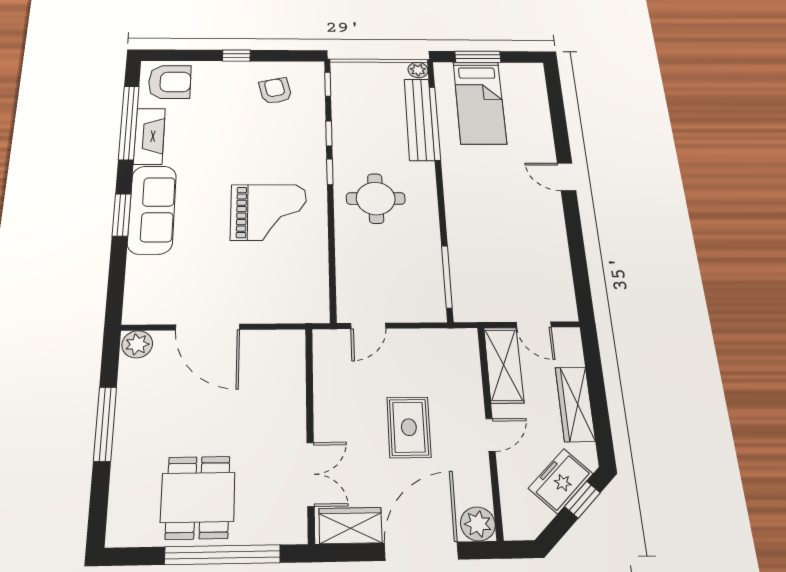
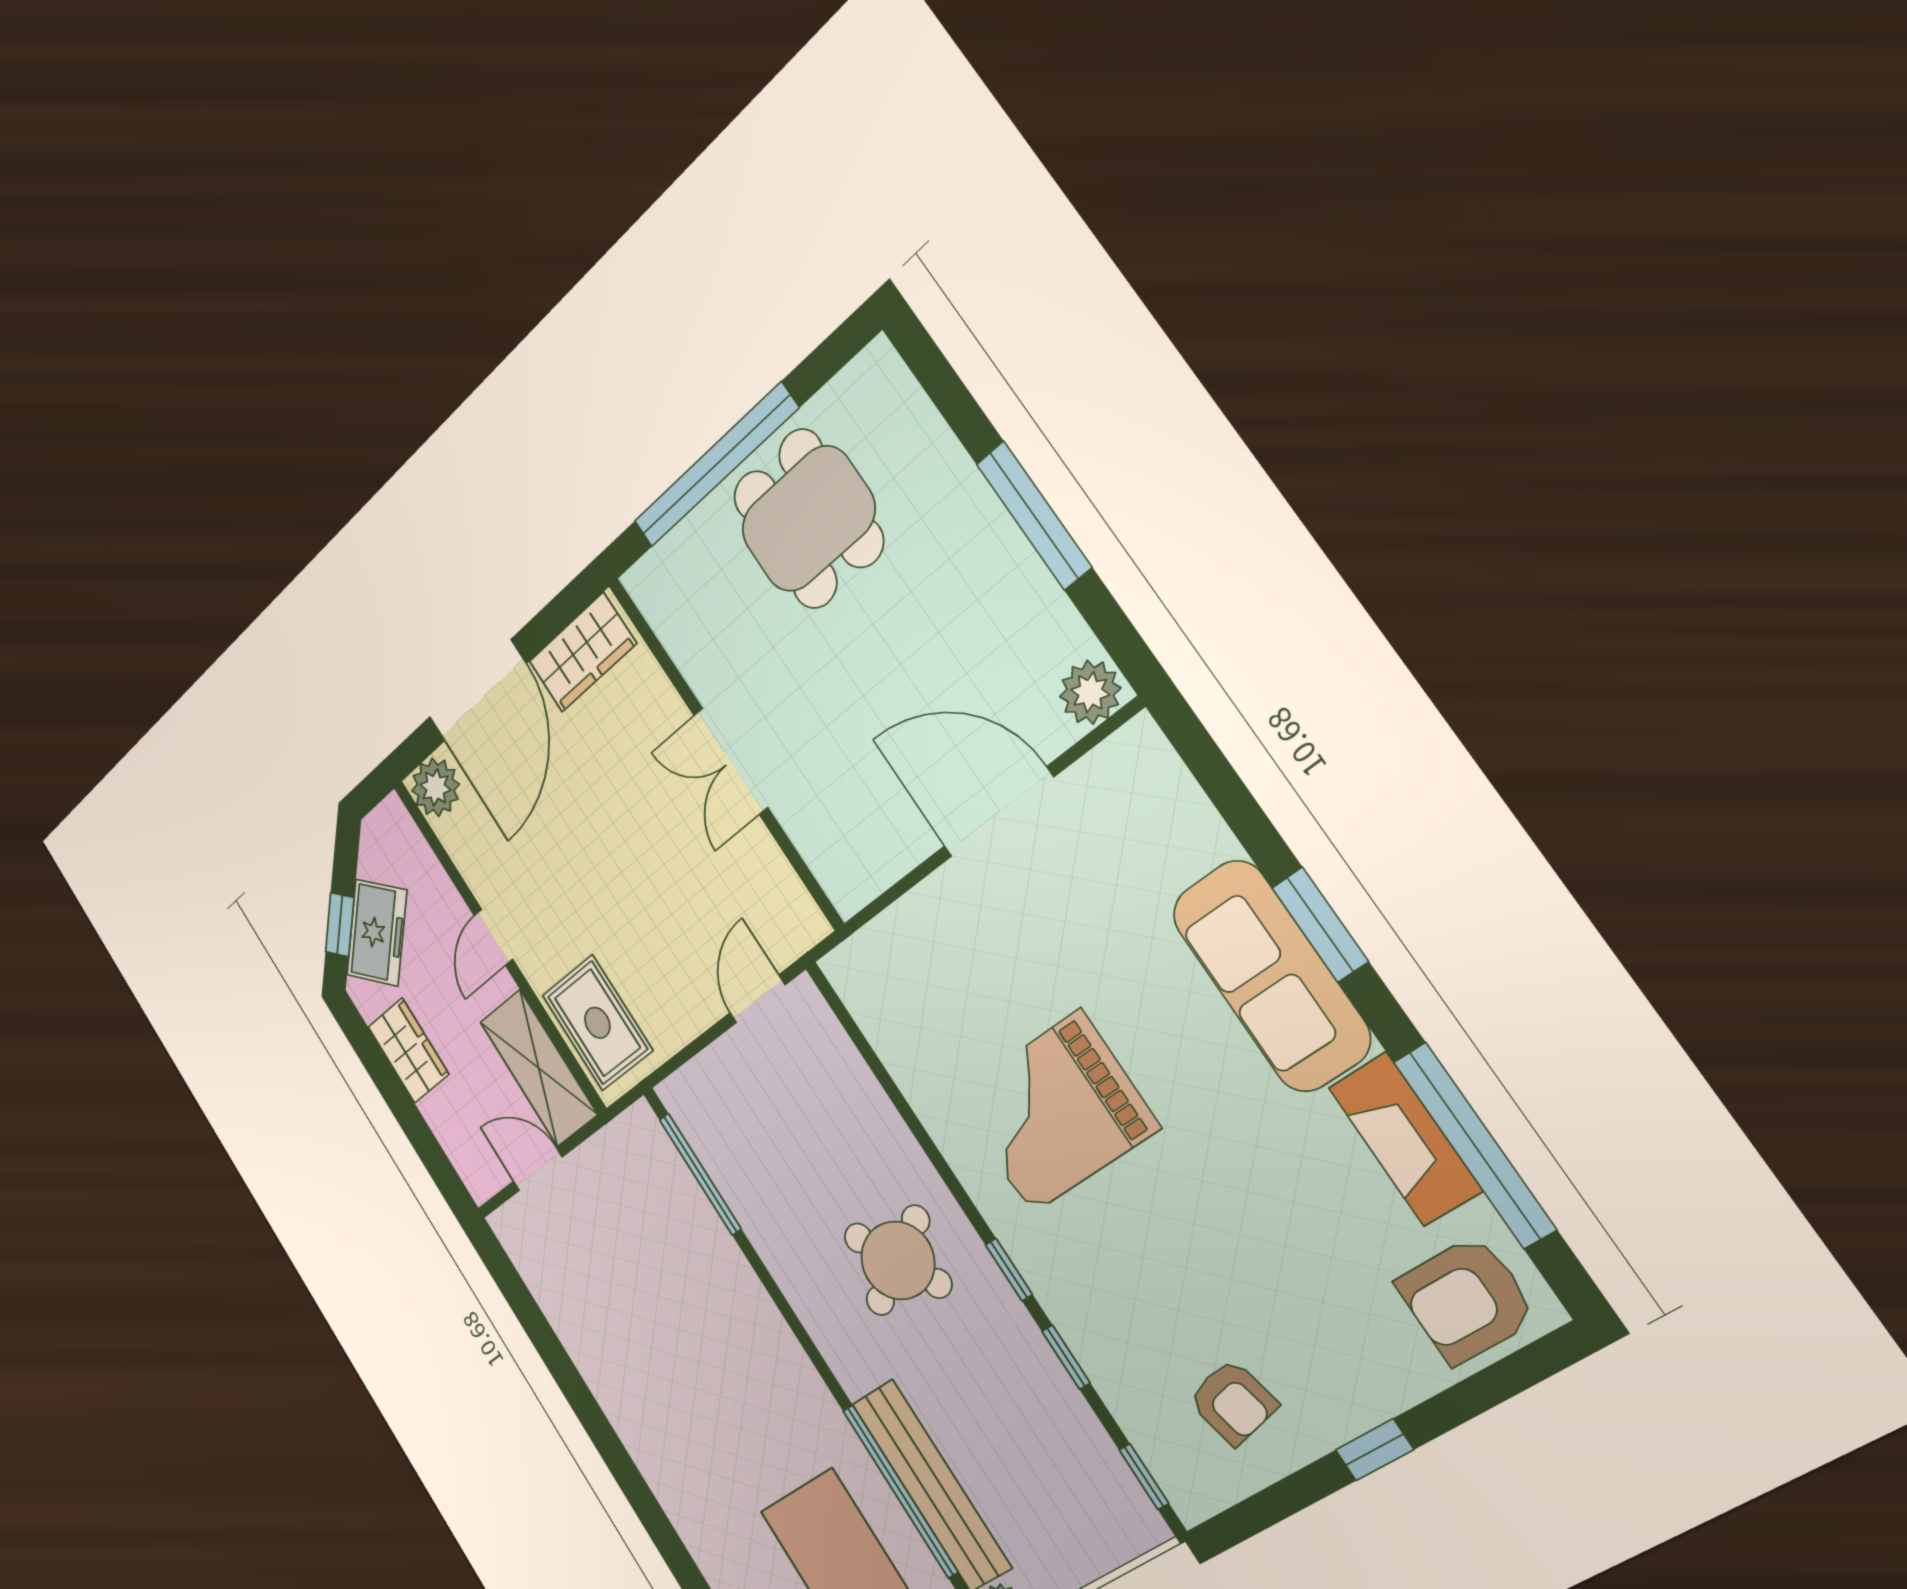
door: (567, 177) -> (639, 1494), removed
round table: (376, 198) -> (898, 1260), turned -30
wardrobe: (575, 404) -> (408, 1050), width x0.67
rug: (409, 427) -> (597, 1023), moved
double door: (311, 474) -> (731, 761), moved

